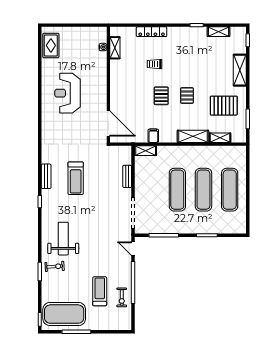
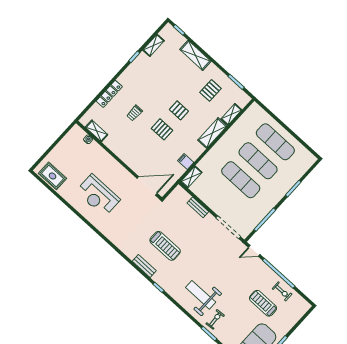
pallet: (224, 106) -> (210, 90), width x0.67, depth x0.71

